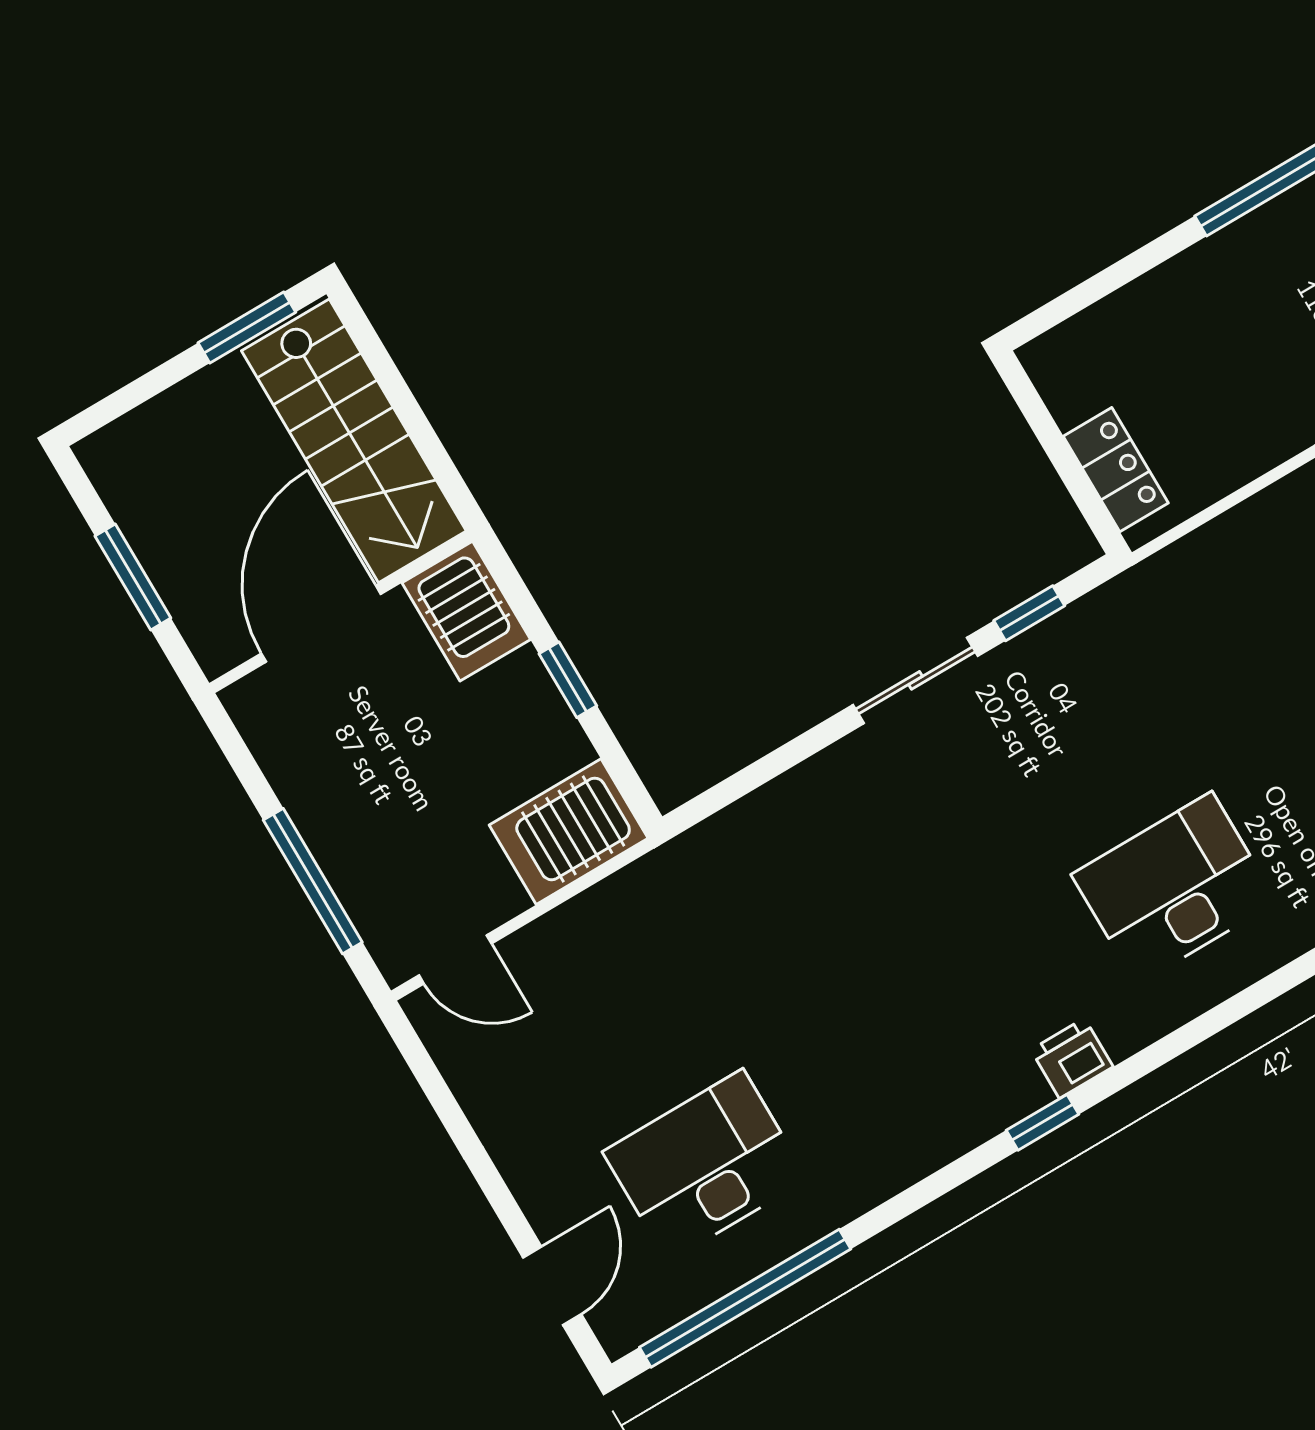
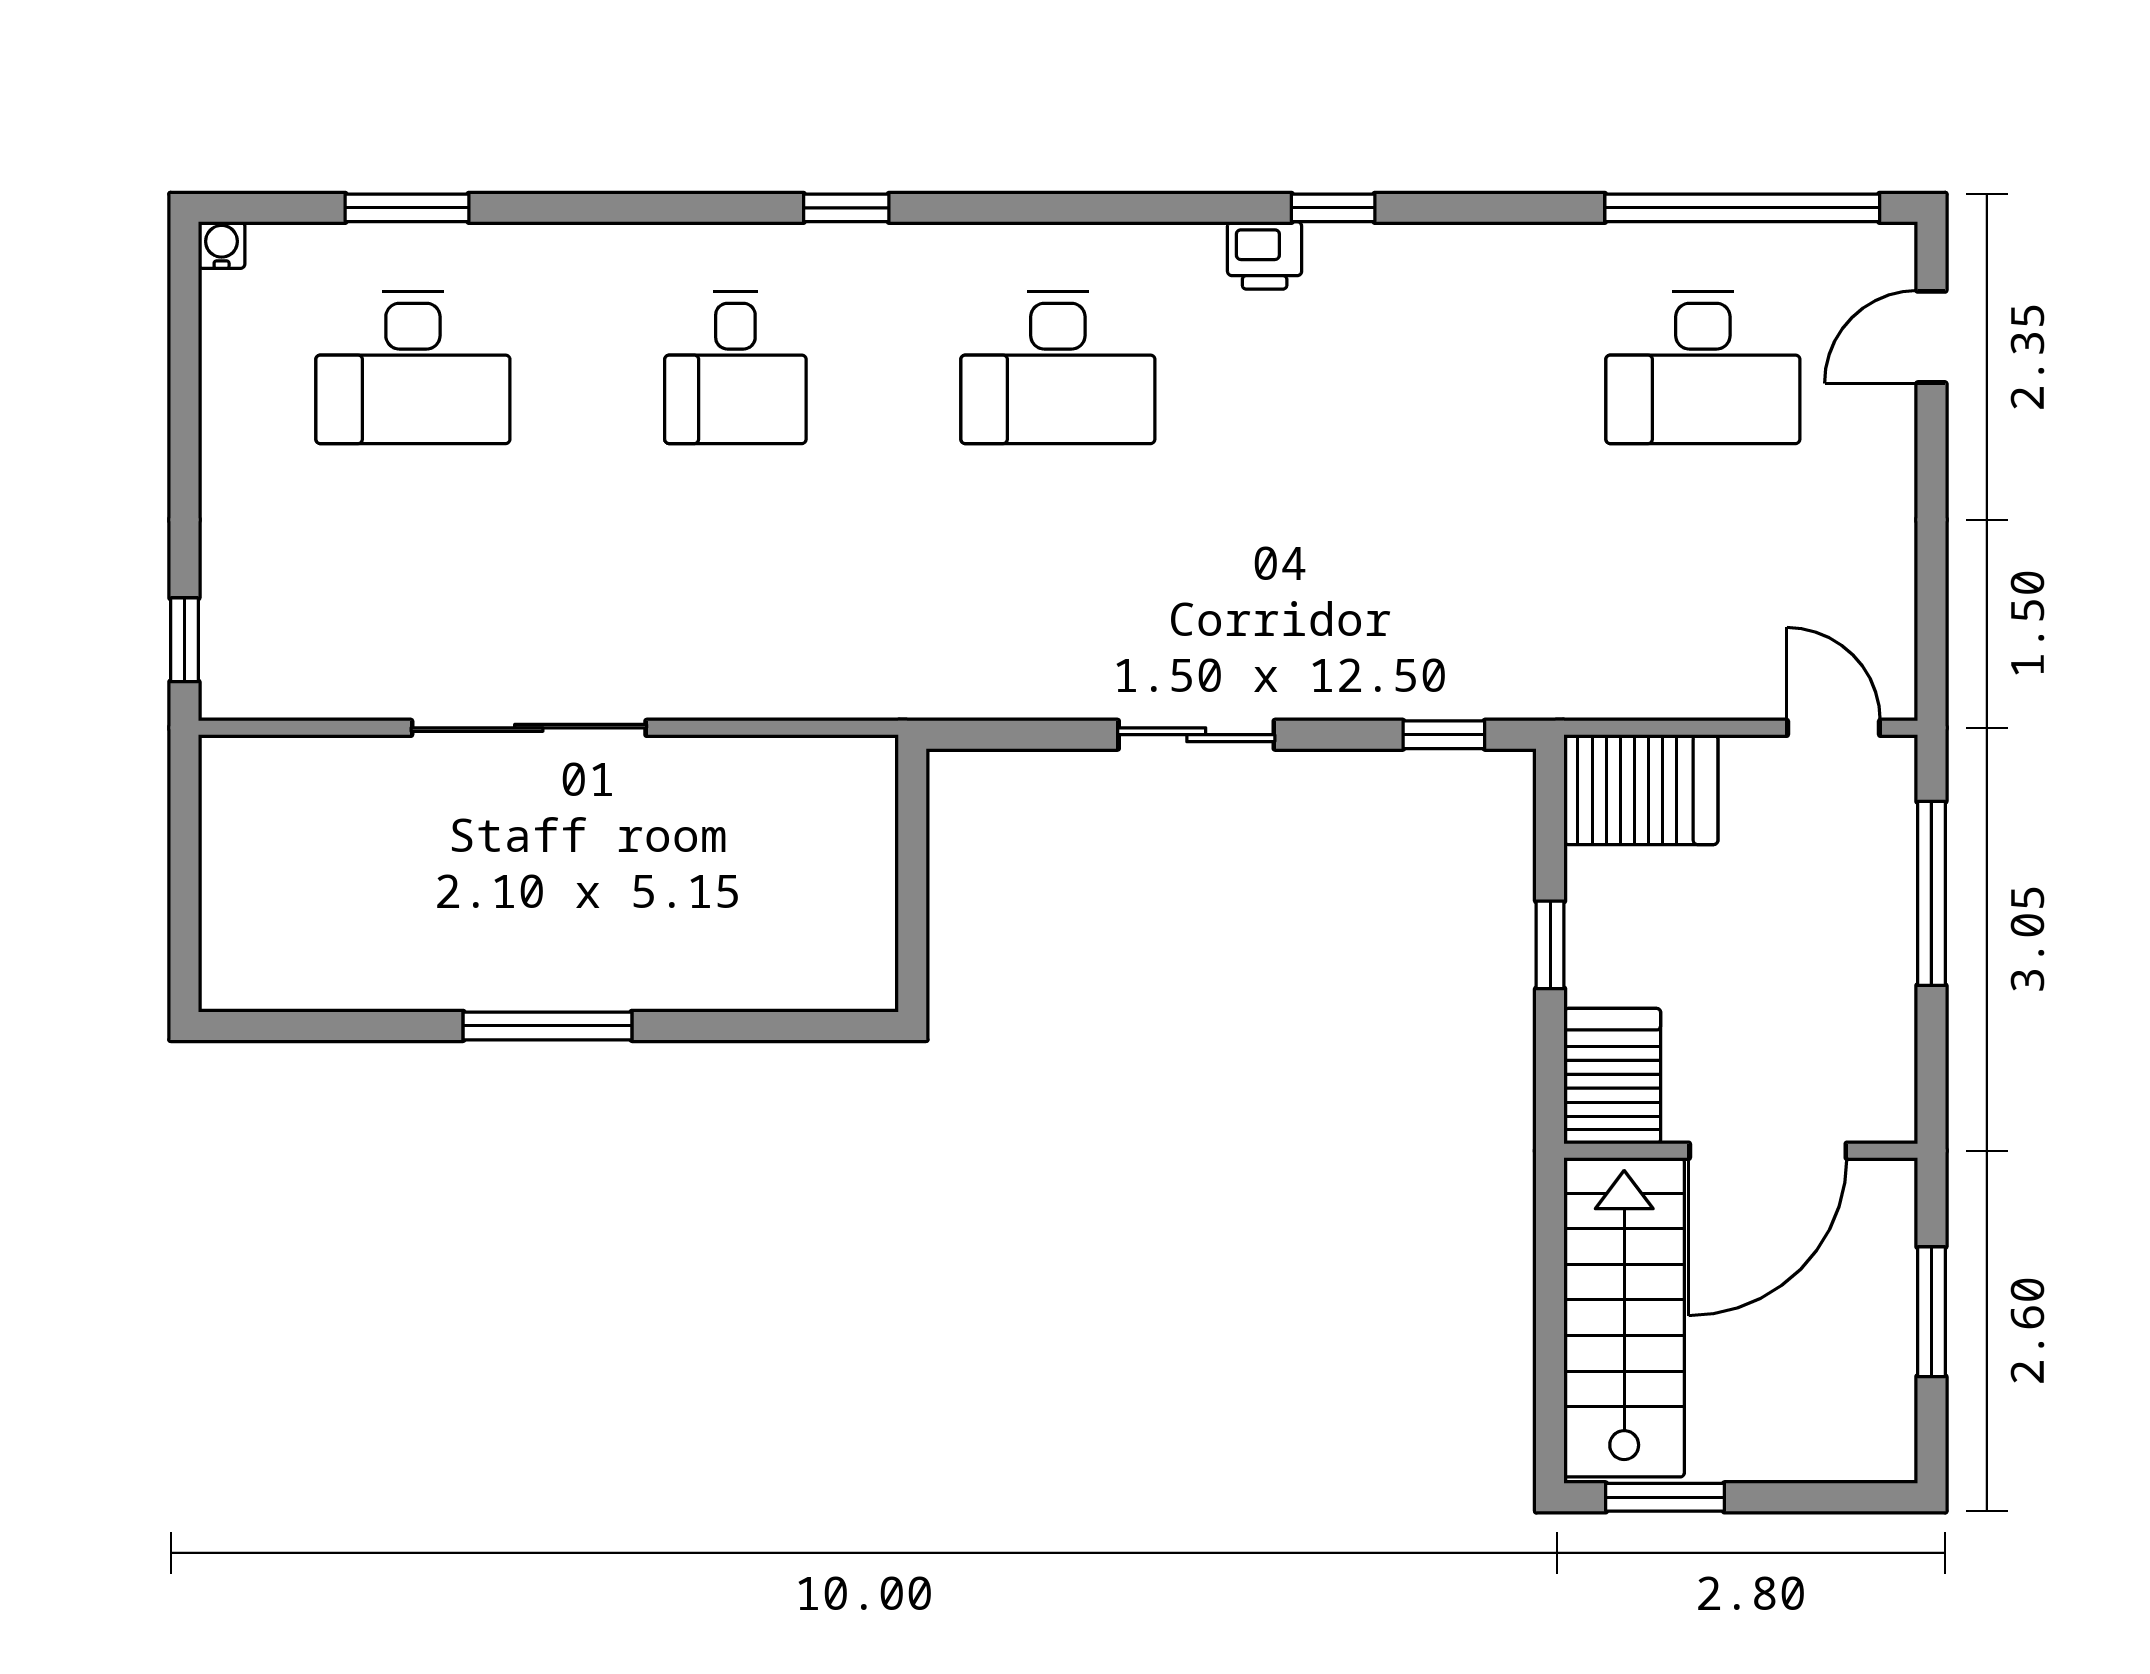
locker: (1116, 470) -> (865, 829), removed
window: (1029, 613) -> (1444, 735), moved

